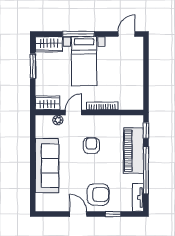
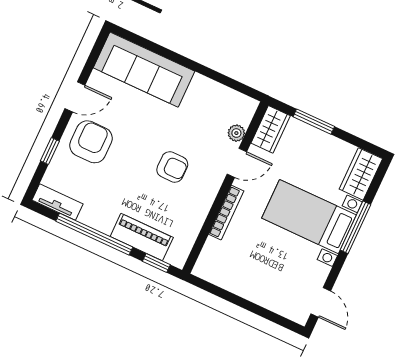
window: (33, 66) -> (314, 122), moved
door: (73, 112) -> (237, 163), hinge flipped
piano: (133, 151) -> (142, 237), width x0.73, depth x0.75
sofa: (47, 166) -> (144, 70), moved
armchair: (98, 195) -> (91, 142), turned 180

